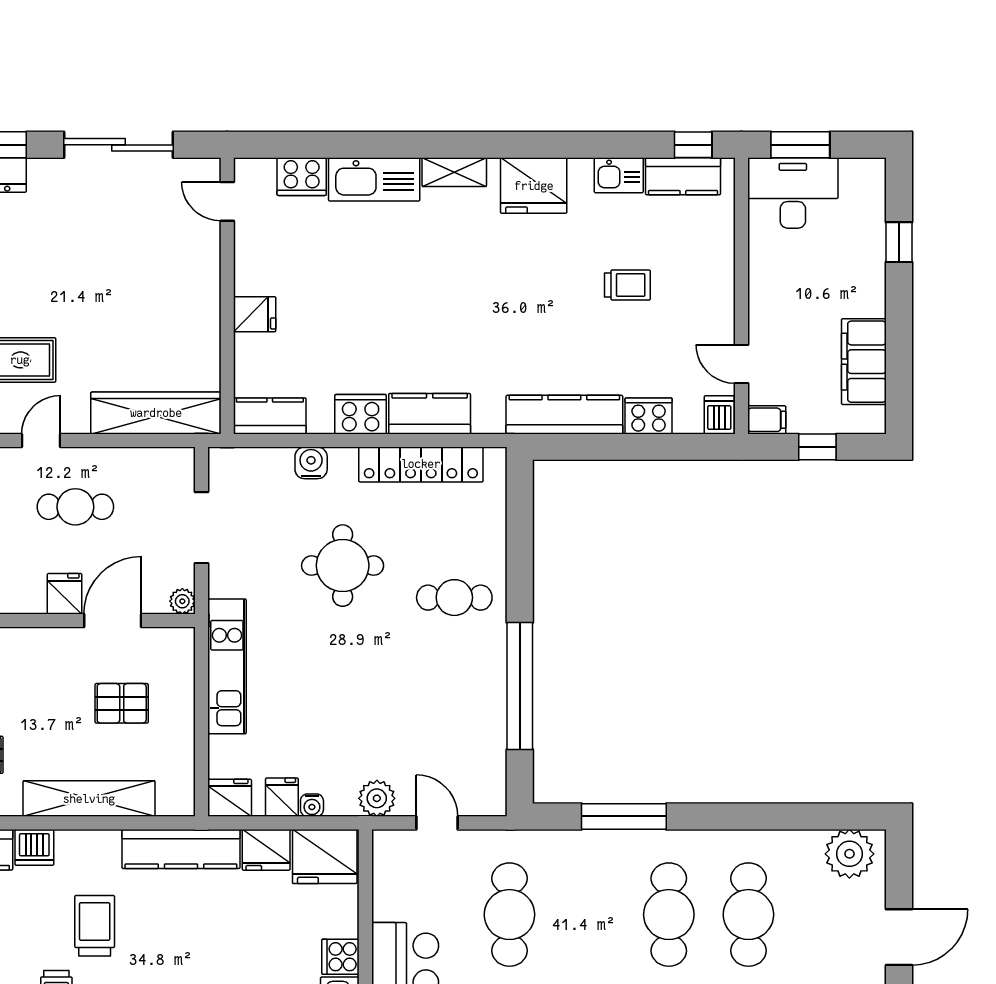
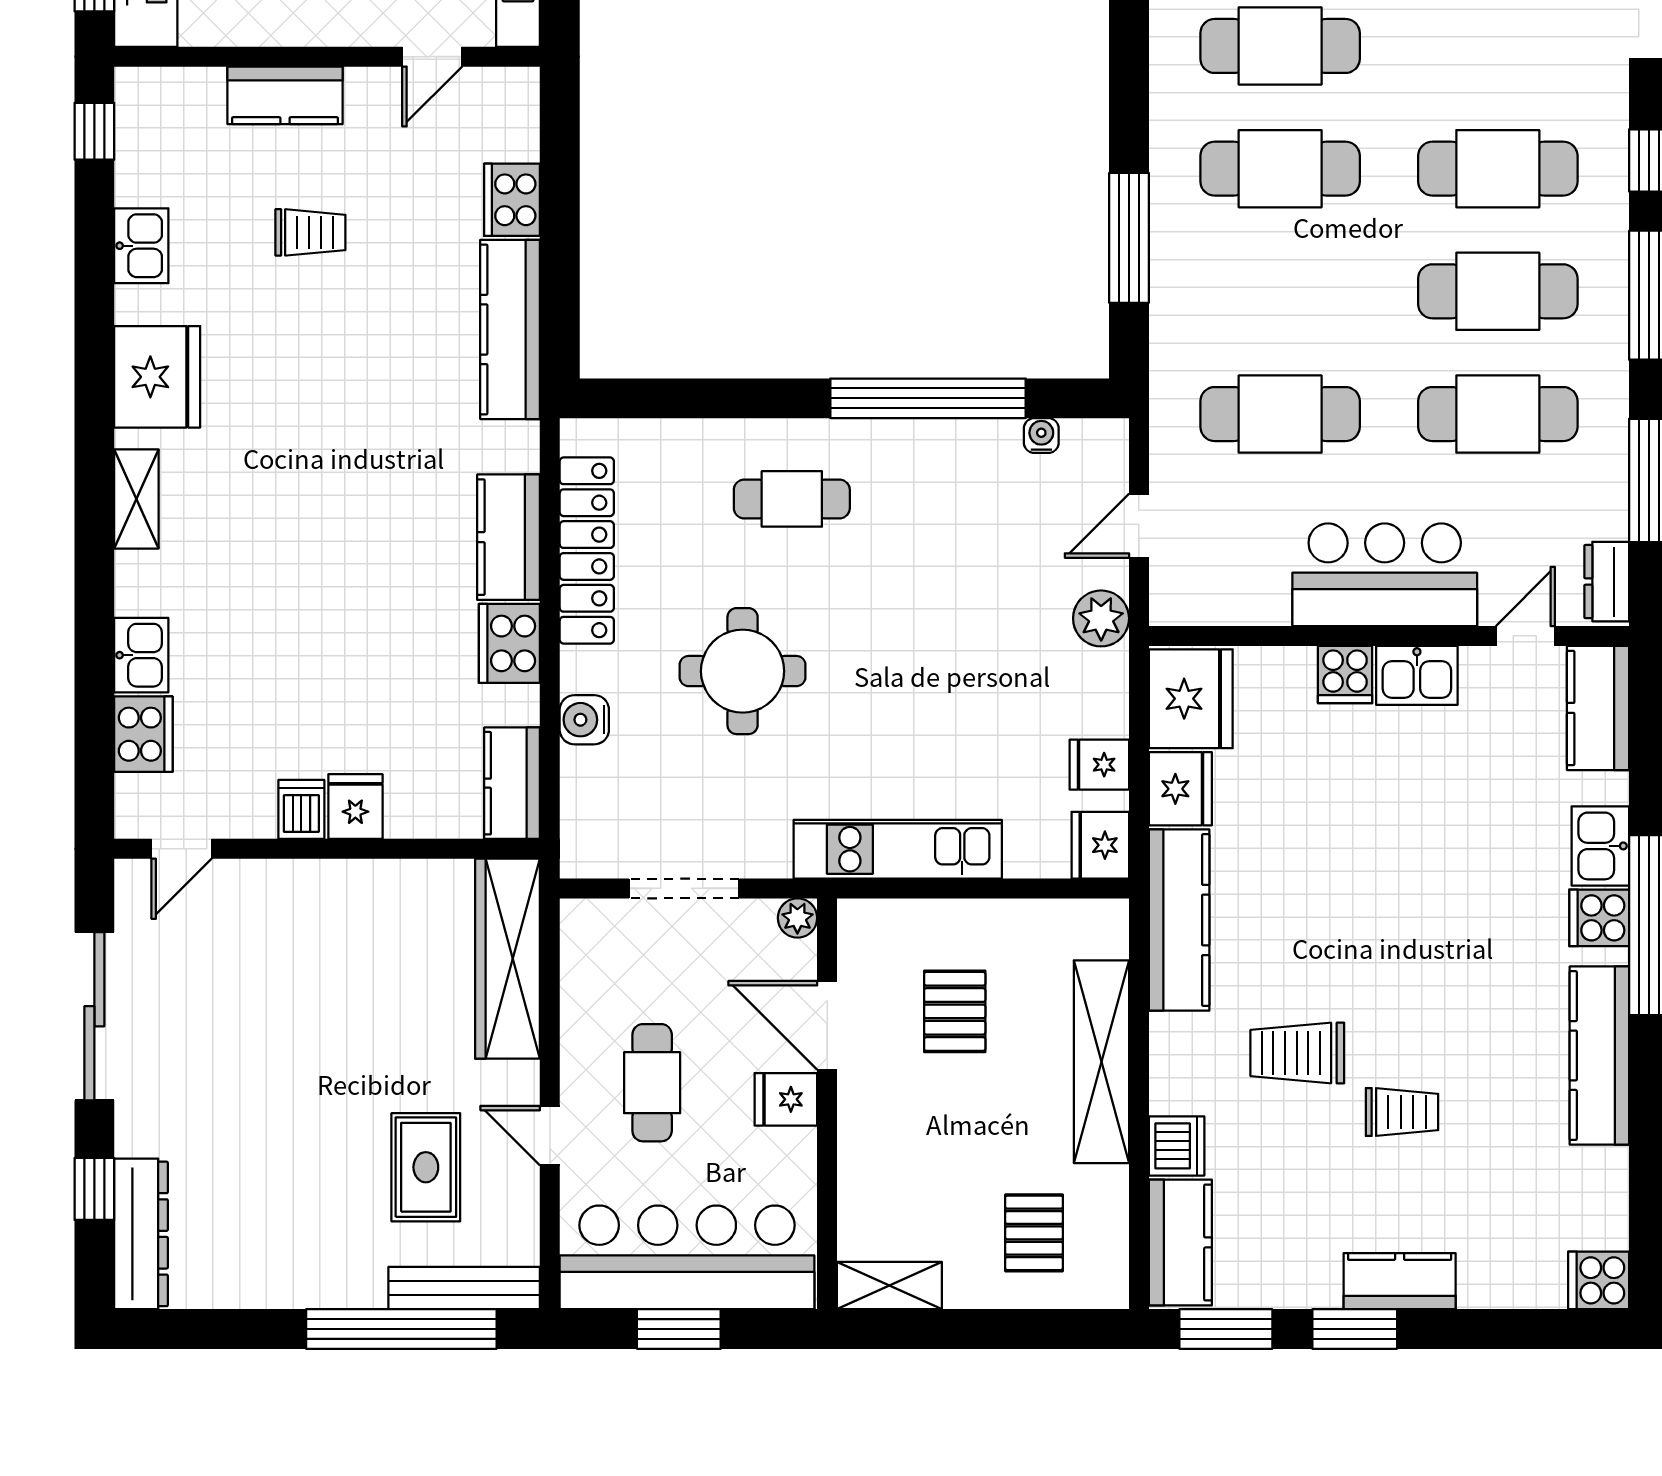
kitchen counter: (683, 176) -> (285, 95), moved, turned 90
kitchen sink: (374, 179) -> (141, 655), width x0.53, depth x0.81
trolley: (627, 285) -> (310, 232), turned 90
dishwasher: (719, 415) -> (301, 809), moved, turned 90
cafe table: (454, 598) -> (792, 499), turned 90
water cooler: (312, 805) -> (1041, 436), moved, turned -90

